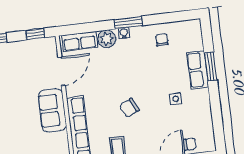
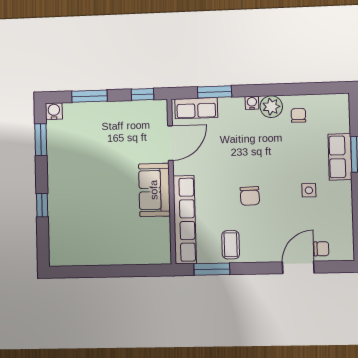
window: (128, 23) -> (215, 92), moved
plant: (107, 39) -> (271, 107), moved
chair: (129, 108) -> (250, 196), turned -67

